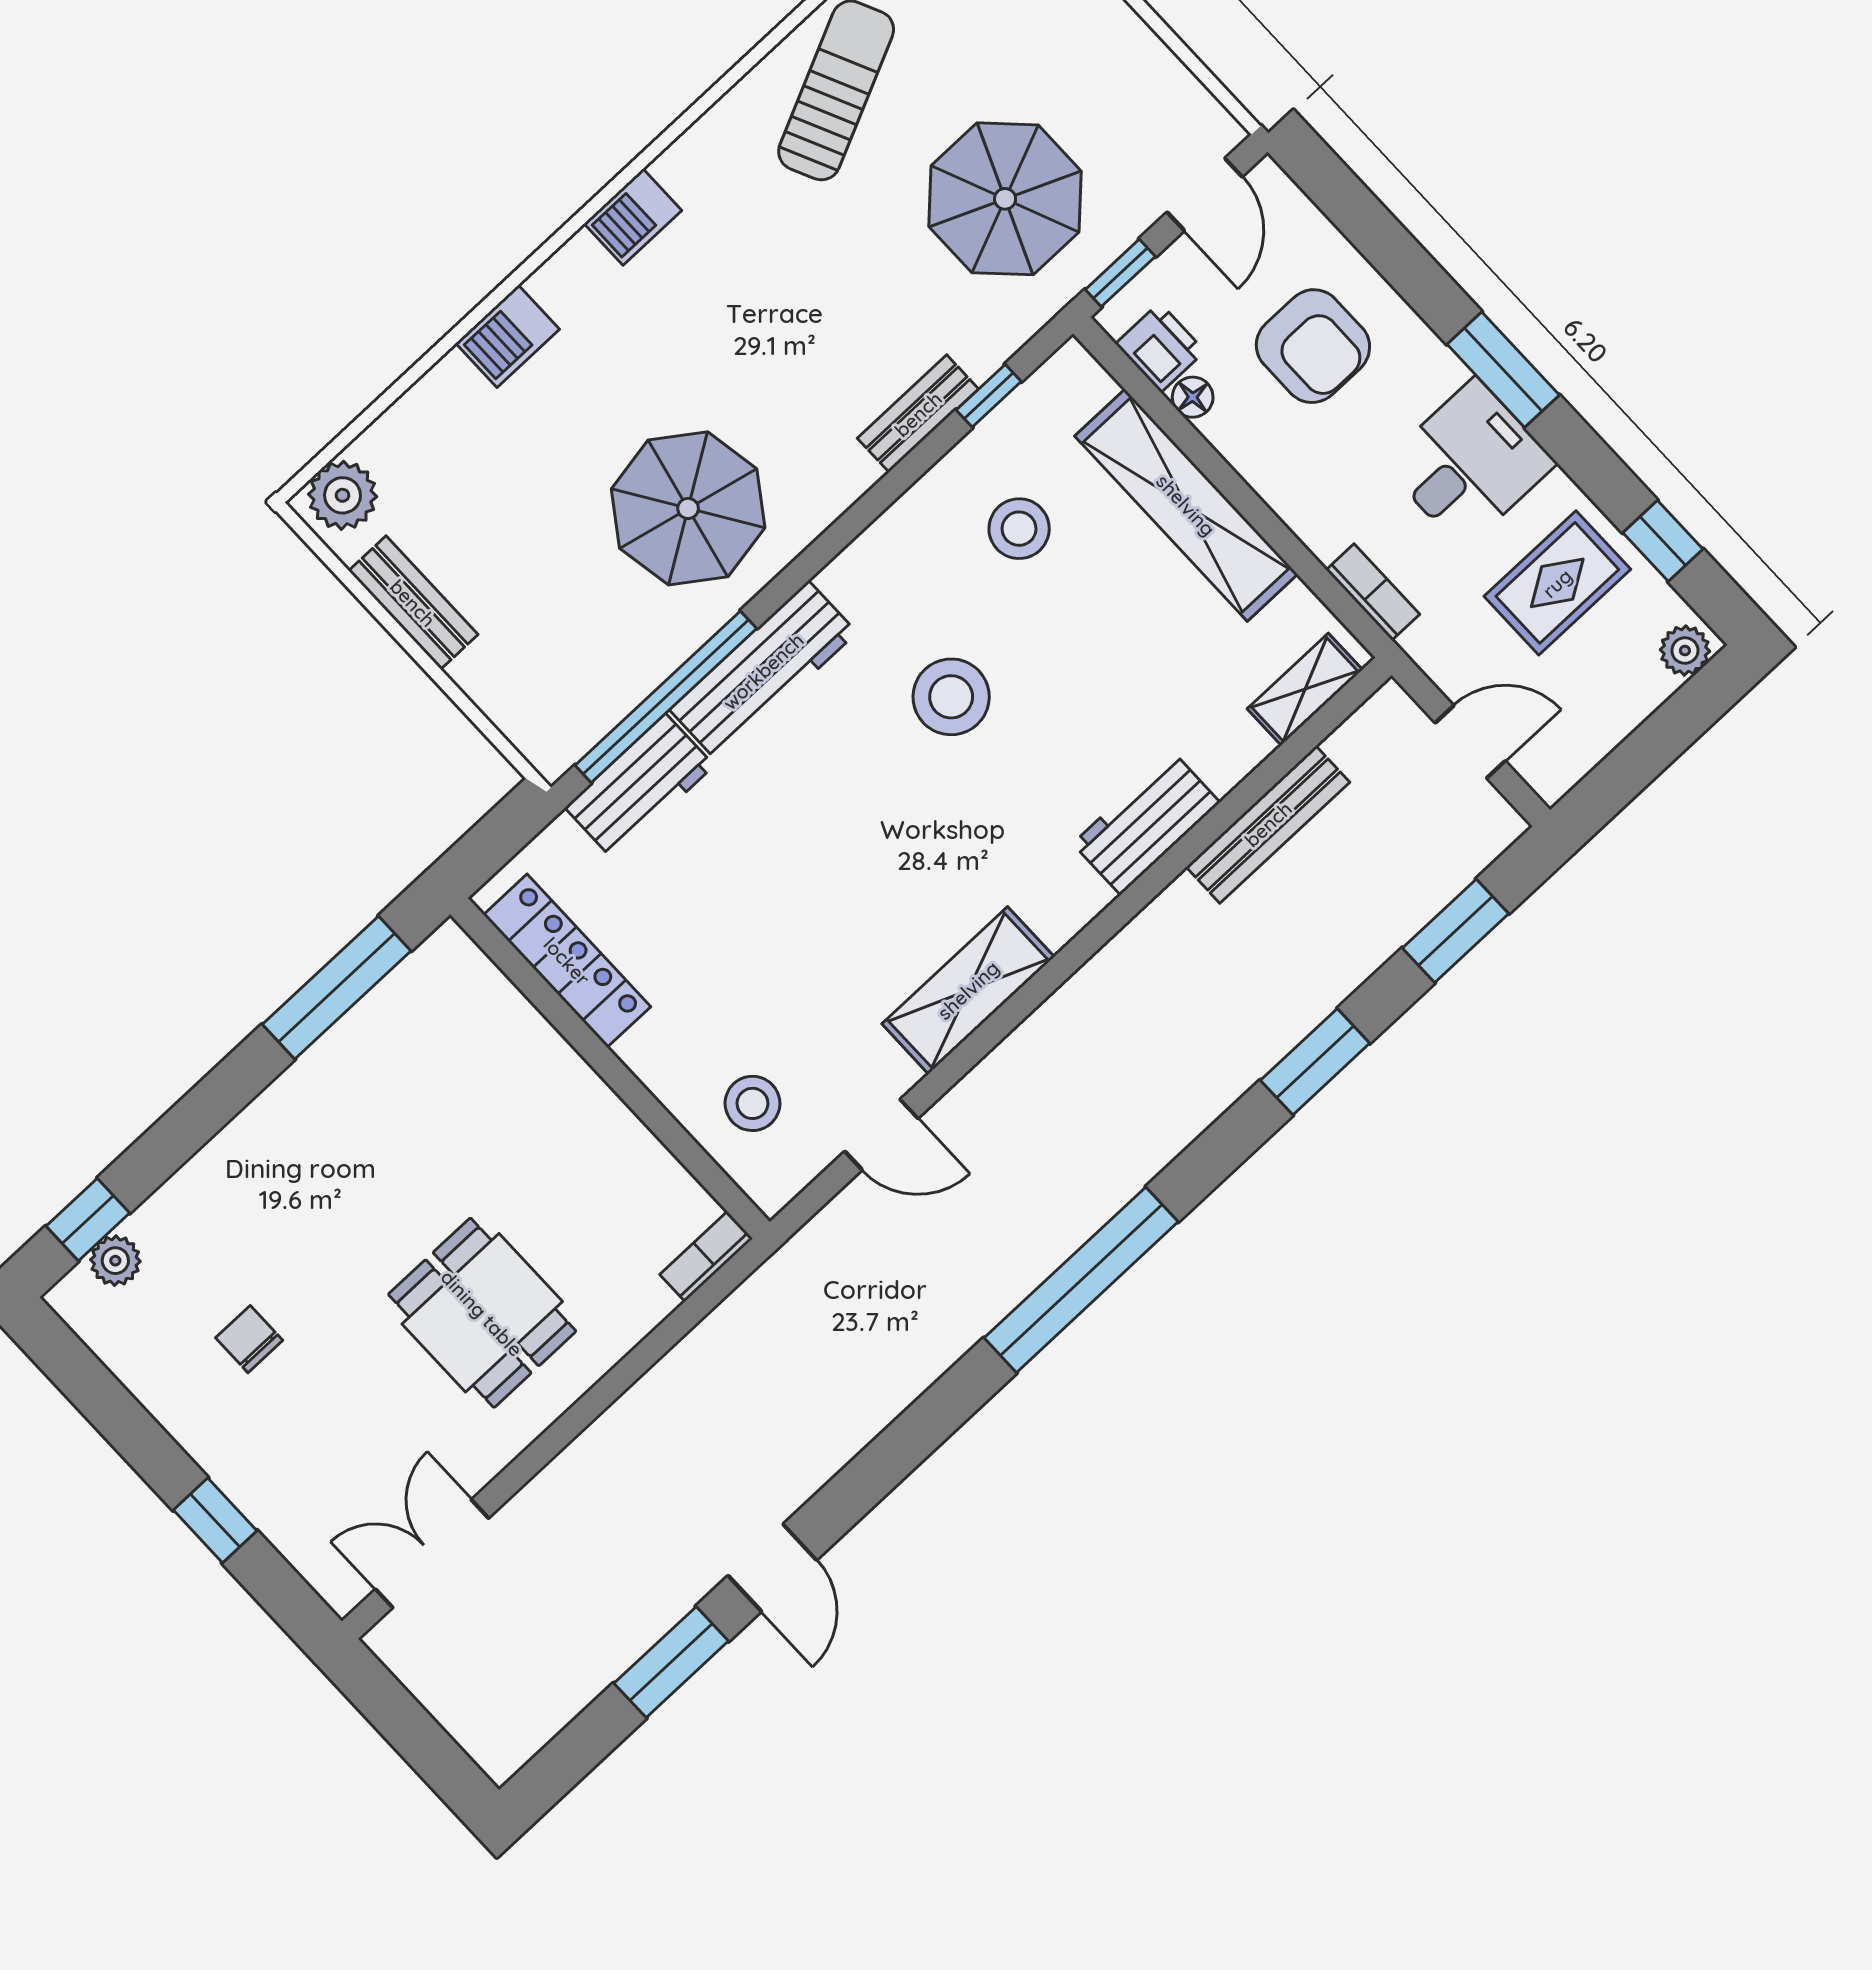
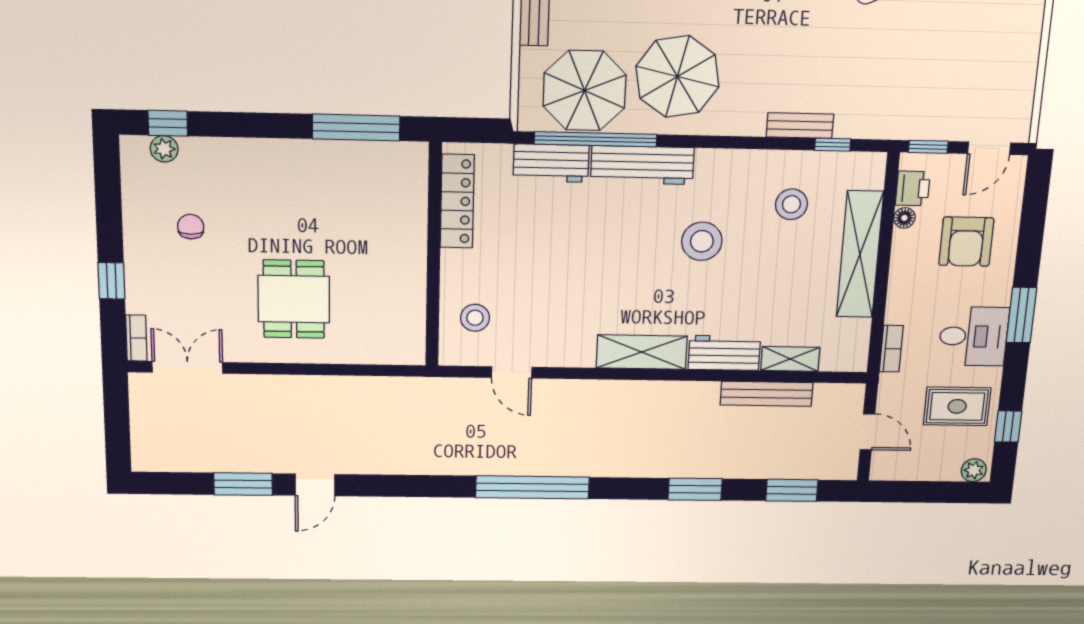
parasol: (1005, 199) -> (584, 90), moved
shelving: (1305, 689) -> (790, 359), moved
shelving: (968, 990) -> (642, 352), moved
bookcase: (706, 1256) -> (136, 338), moved, turned 90

